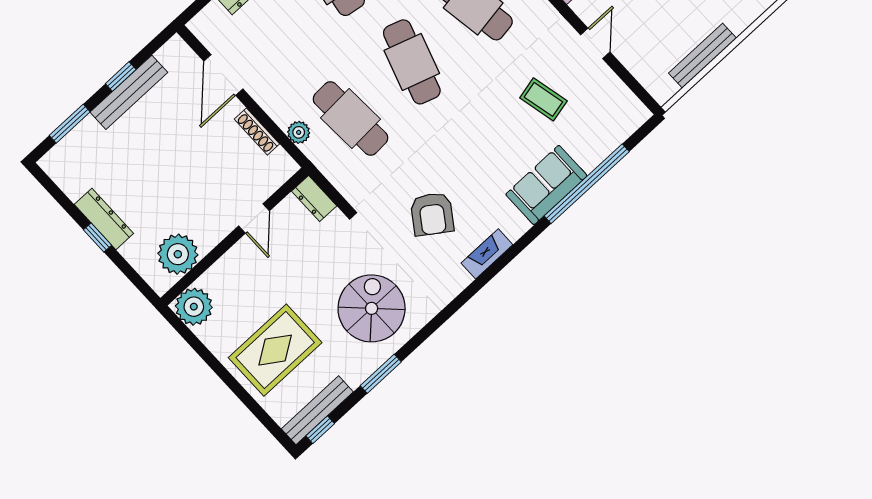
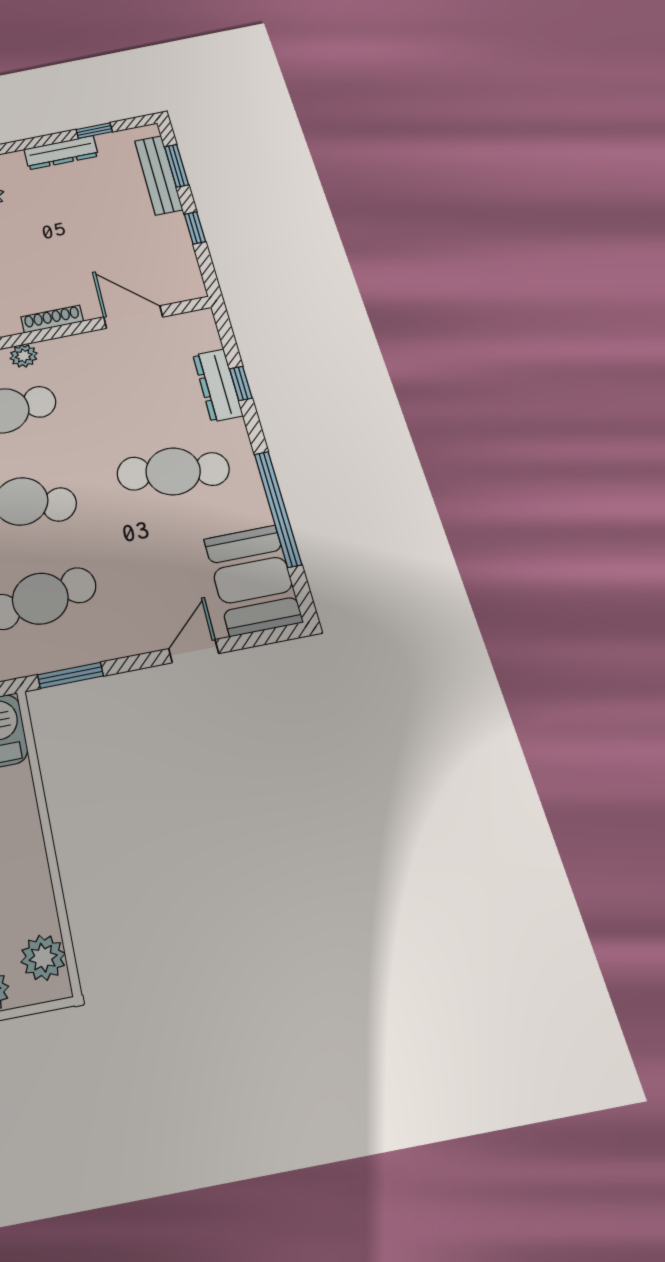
bench: (129, 92) -> (158, 175), moved
window: (97, 237) -> (94, 131), moved

